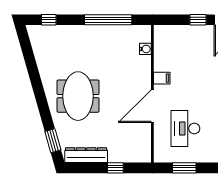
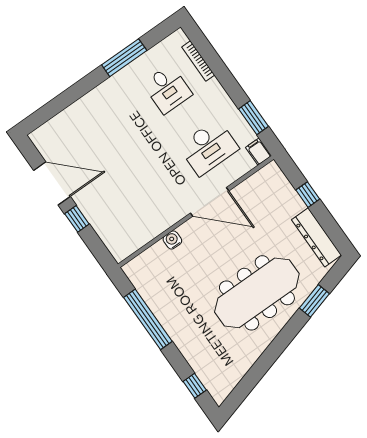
water cooler: (145, 49) -> (172, 240), moved
filing cabinet: (162, 78) -> (259, 152), moved
meeting table: (78, 96) -> (257, 293), width x1.36
window: (53, 141) -> (314, 301), moved

